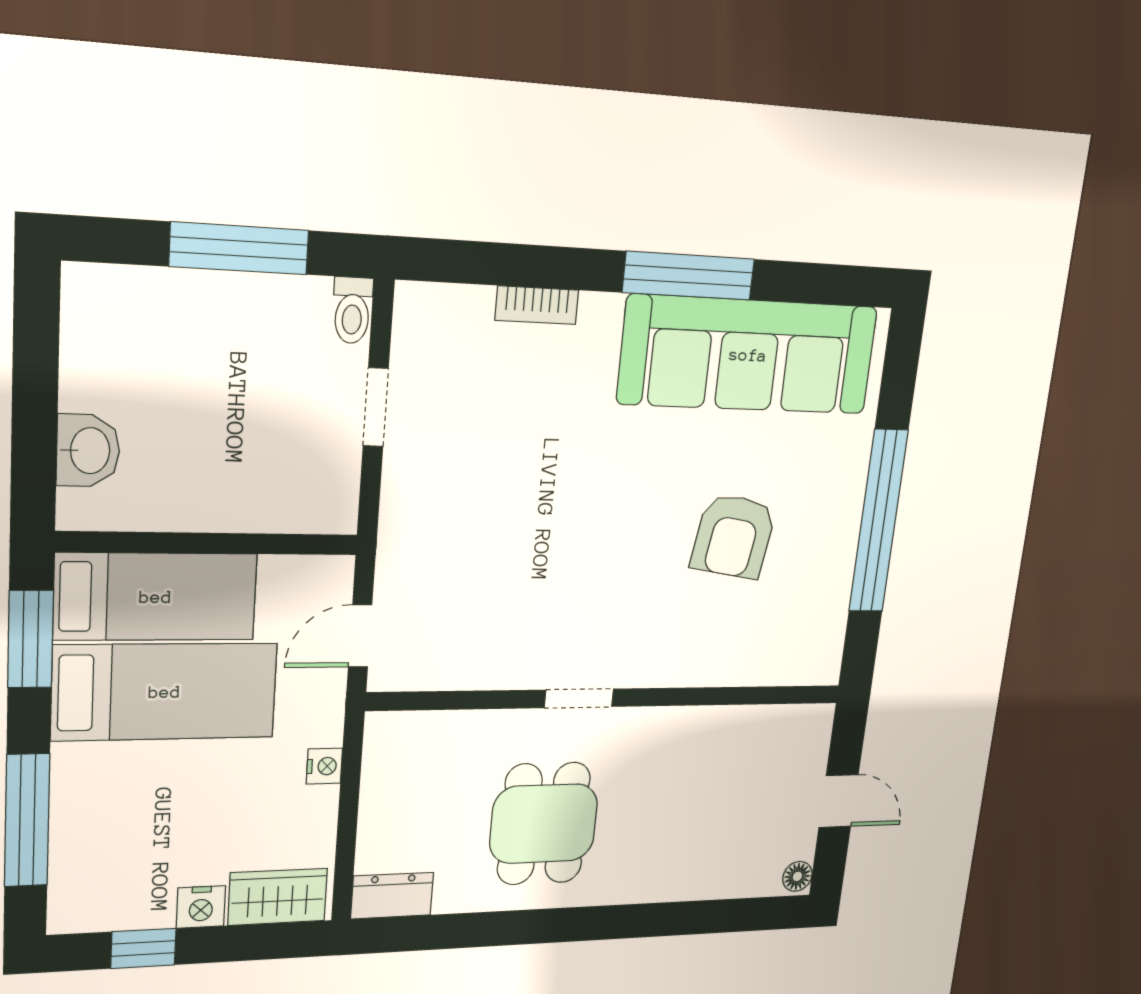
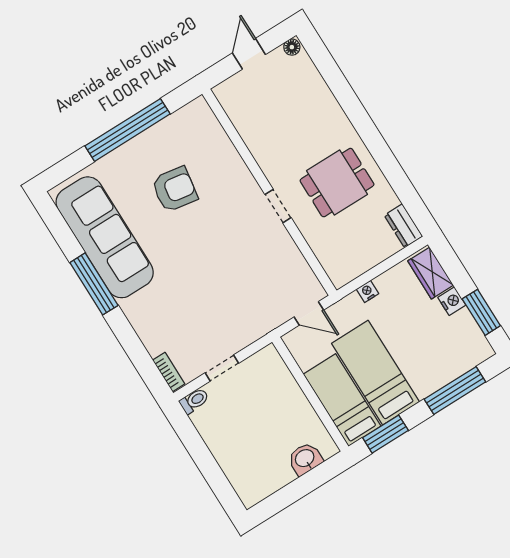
window: (239, 248) -> (201, 455), removed
bookcase: (537, 305) -> (169, 372), moved
window: (143, 948) -> (481, 312), width x1.50

